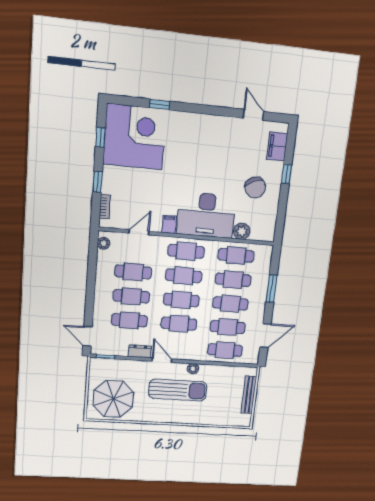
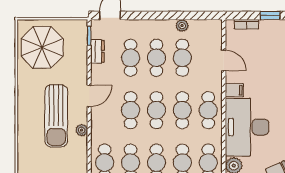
plant: (104, 243) -> (182, 26), moved
dresser: (140, 351) -> (97, 51), moved

